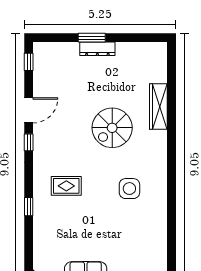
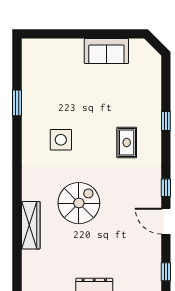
door: (29, 110) -> (166, 221), hinge flipped
rug: (66, 186) -> (127, 142), turned 90
window: (171, 224) -> (17, 103), added

